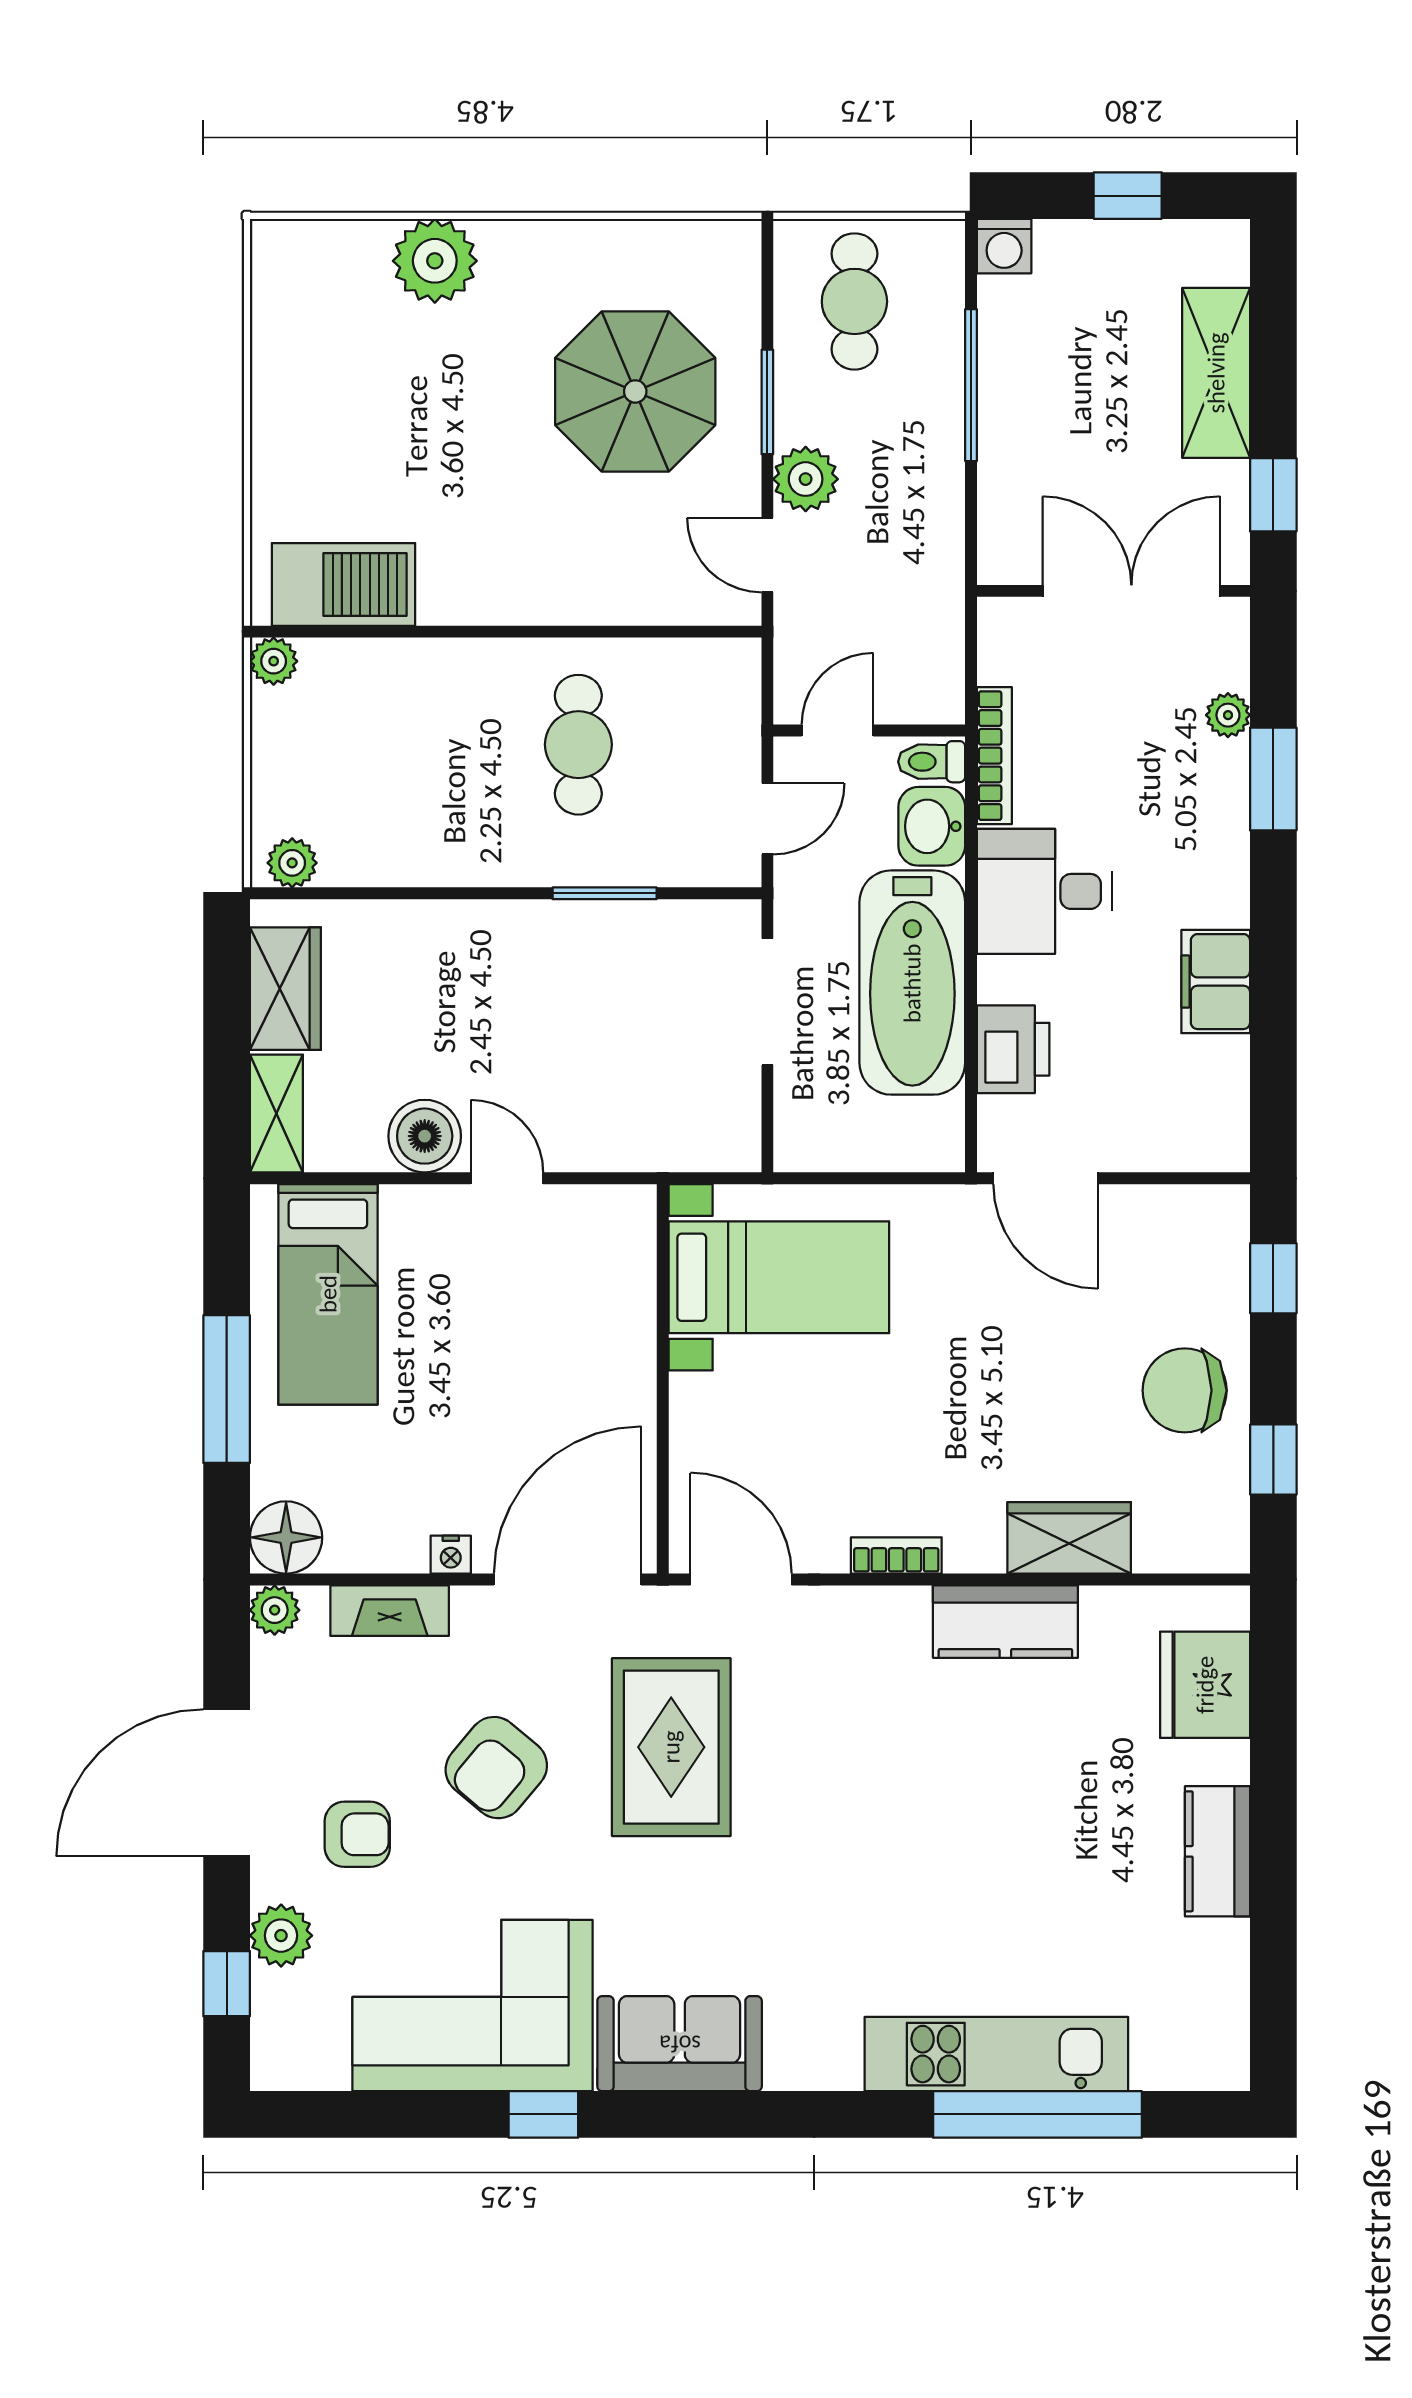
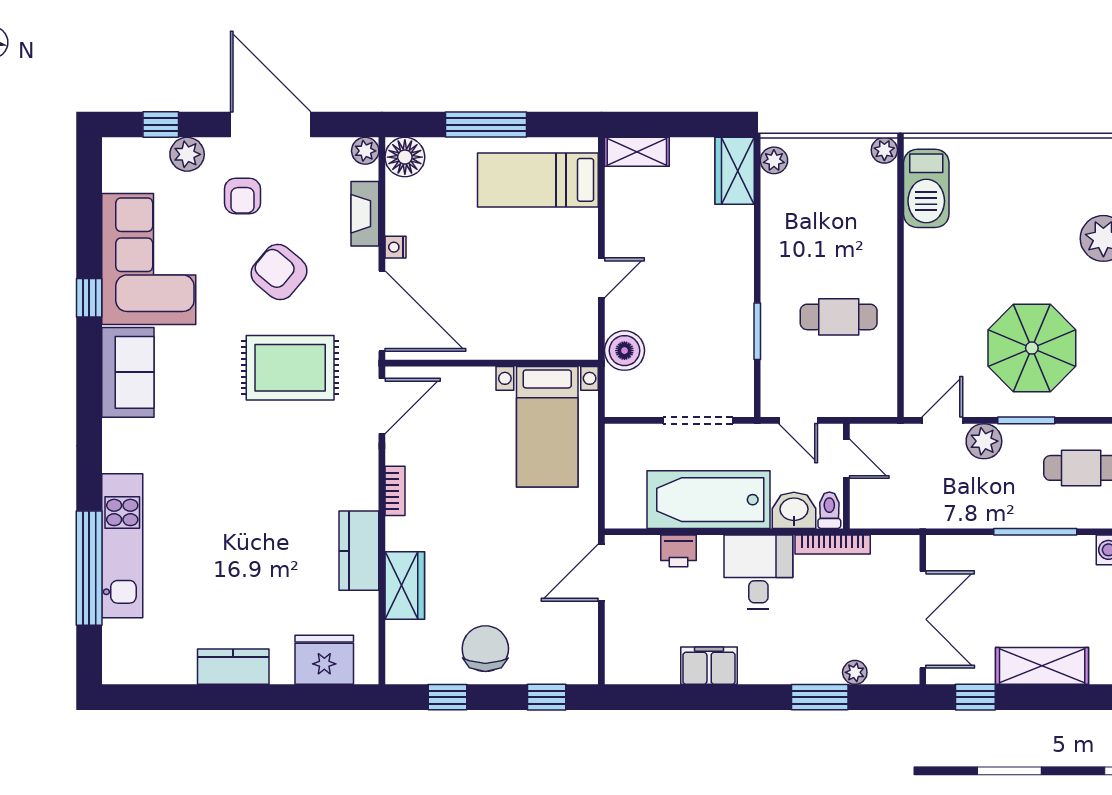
wardrobe: (285, 989) -> (735, 171), moved, turned 90
printer: (1013, 1049) -> (678, 551), width x0.73, depth x0.81
boiler: (425, 1136) -> (624, 351), moved

